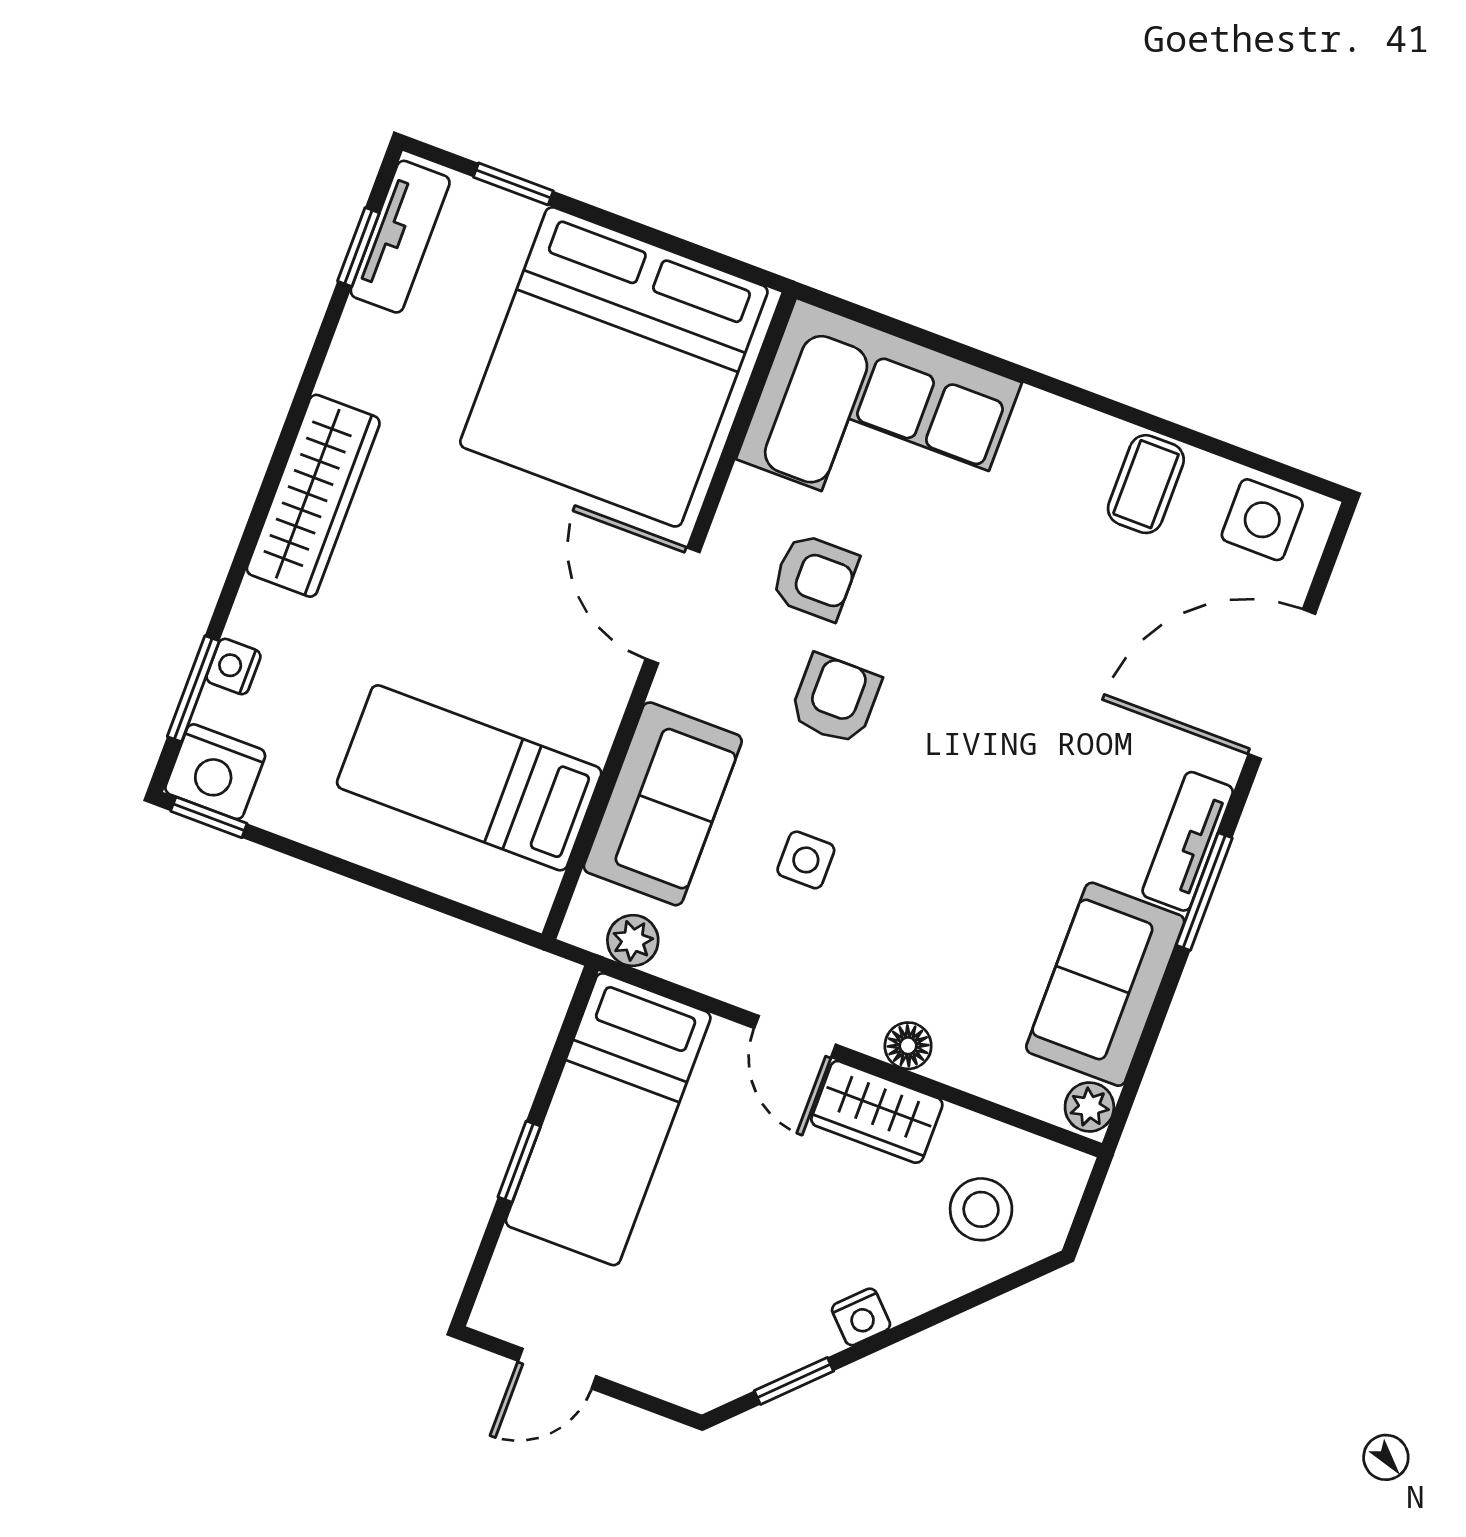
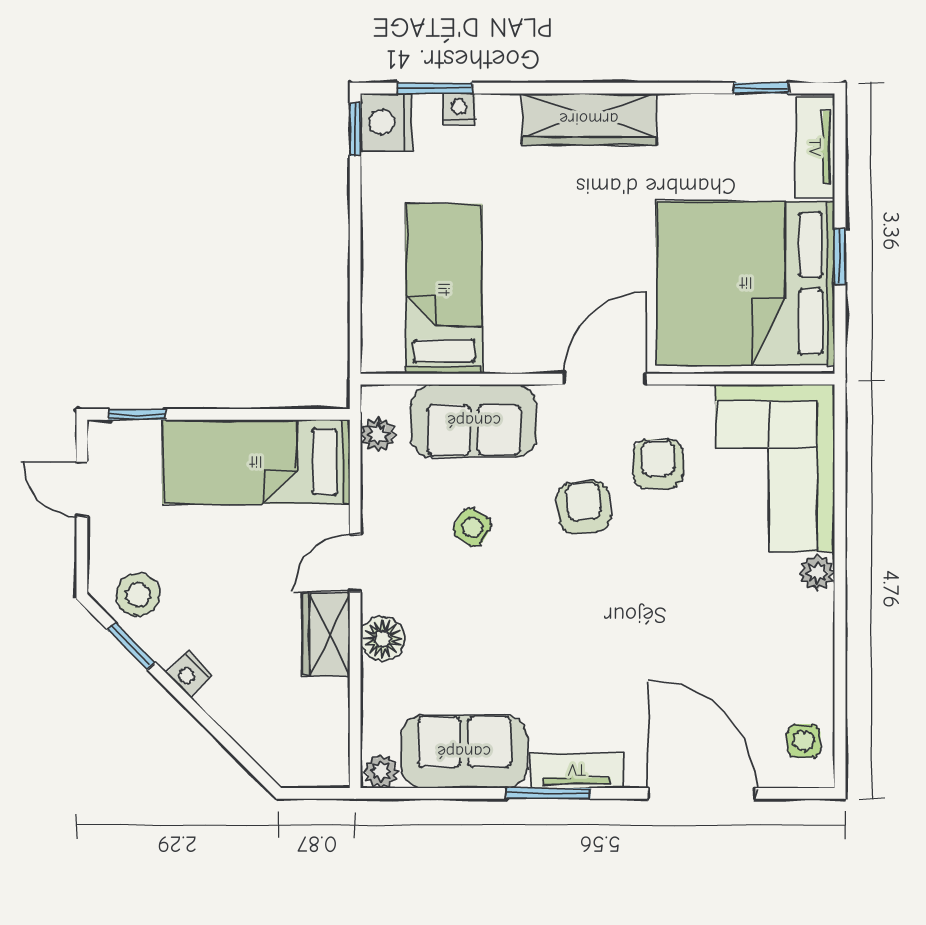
window: (513, 184) -> (840, 256), moved
tv unit: (400, 237) -> (815, 147), moved, turned 90
plant: (1042, 417) -> (817, 573), added
coffee table: (1146, 484) -> (799, 657), removed
side table: (1262, 520) -> (804, 741), width x0.73, depth x0.73
armchair: (815, 577) -> (658, 464), turned 180
armchair: (835, 699) -> (584, 507), turned -96
side table: (806, 860) -> (472, 527), turned 31
floor lamp: (908, 1046) -> (382, 639), width x1.37, depth x1.37
window: (519, 1162) -> (137, 414), moved
stool: (981, 1209) -> (138, 595), moved

